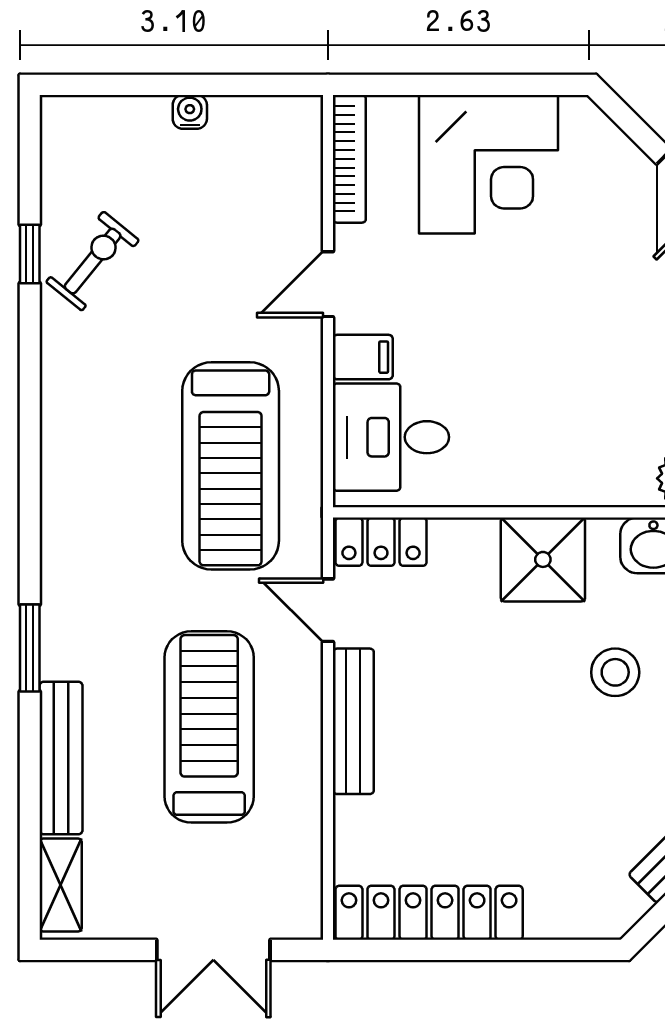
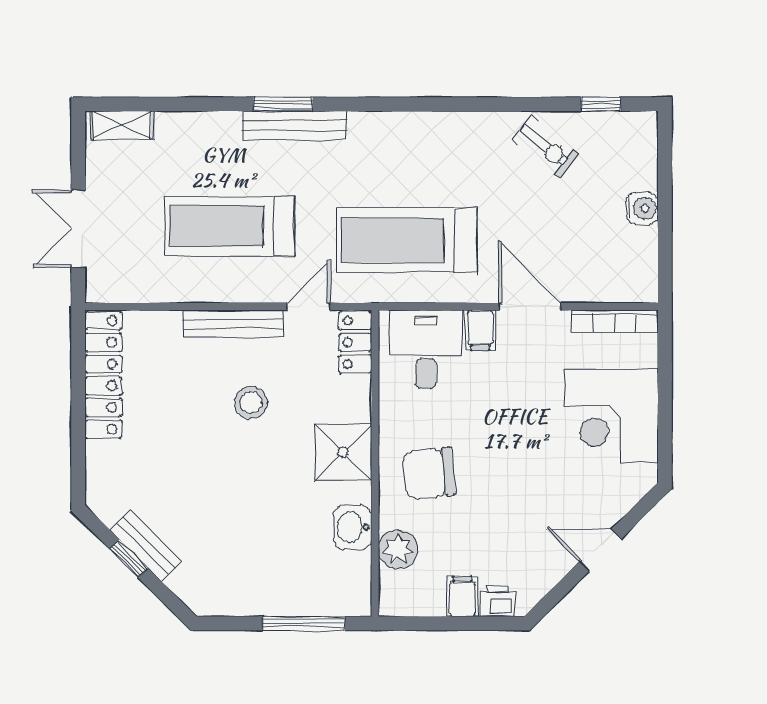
water cooler: (190, 112) -> (642, 208), width x1.38, depth x1.38
window: (30, 254) -> (601, 104), moved
door: (328, 284) -> (530, 306), width x1.38
chair: (574, 432) -> (429, 473), added
stool: (615, 672) -> (251, 402), moved
treadmill: (209, 727) -> (229, 226), turned 180
bench: (61, 758) -> (295, 125), moved

